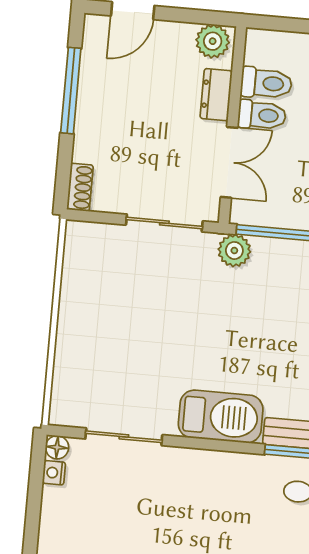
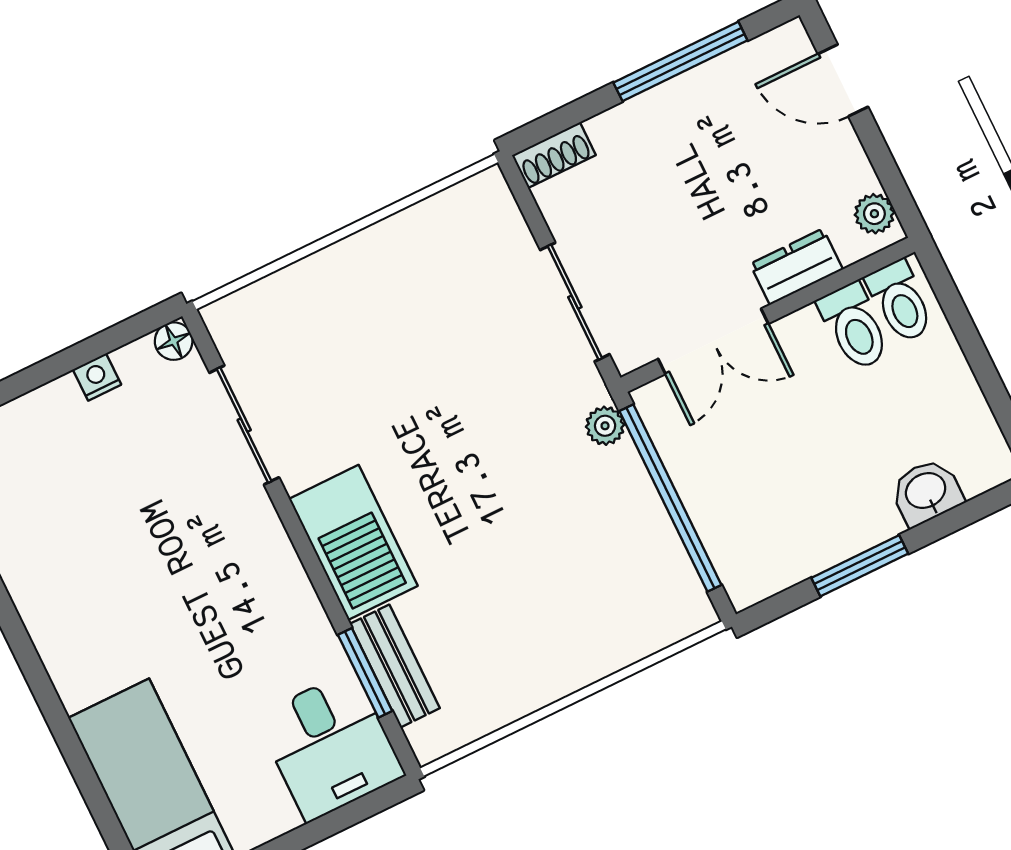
plant: (213, 41) -> (874, 214), width x0.73, depth x0.73
toilet: (262, 115) -> (900, 301), moved
plant: (234, 251) -> (605, 426), width x0.73, depth x0.73
nightstand: (54, 473) -> (97, 377), moved

